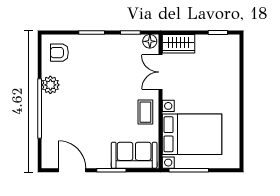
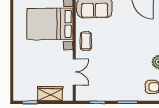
floor lamp: (150, 41) -> (82, 96), removed
wardrobe: (178, 44) -> (50, 94), moved

